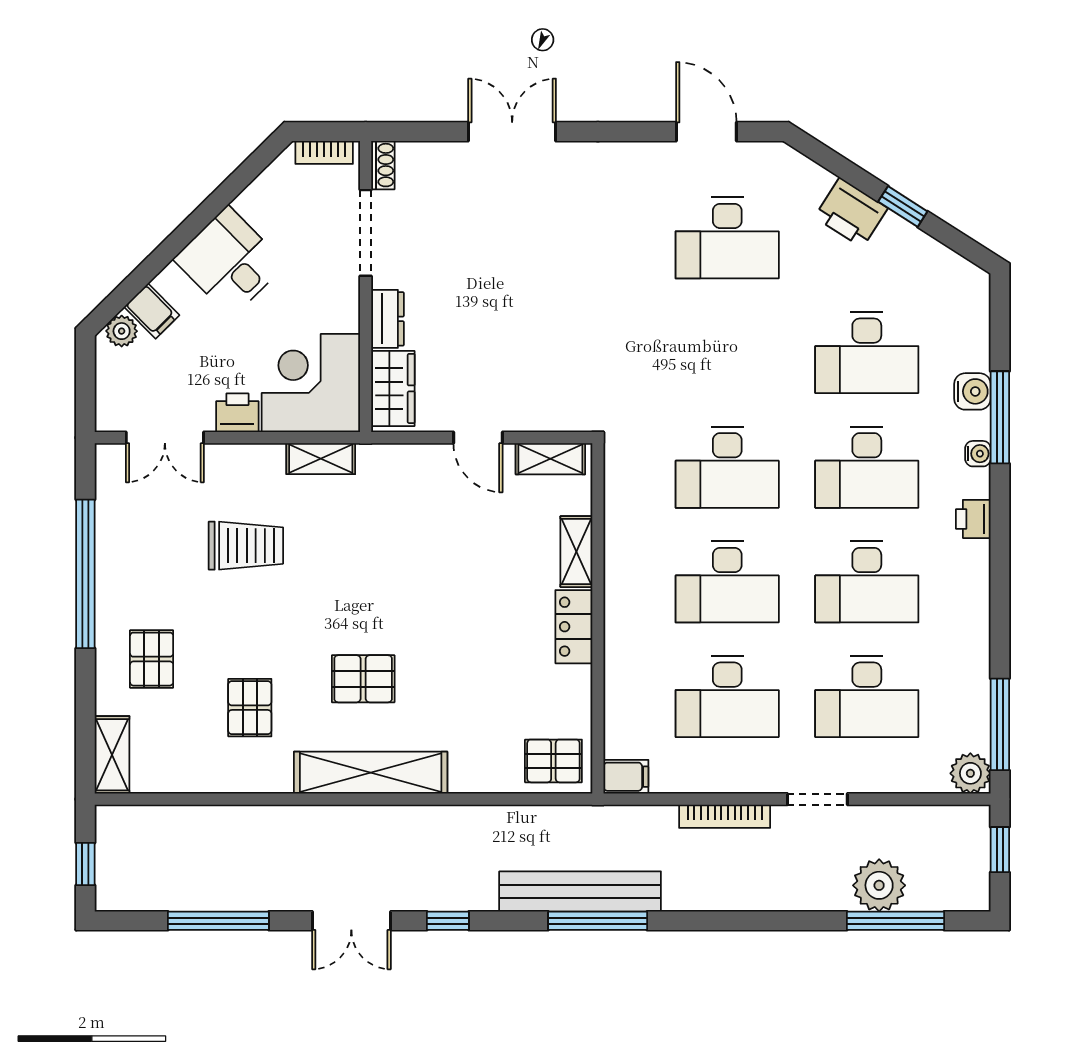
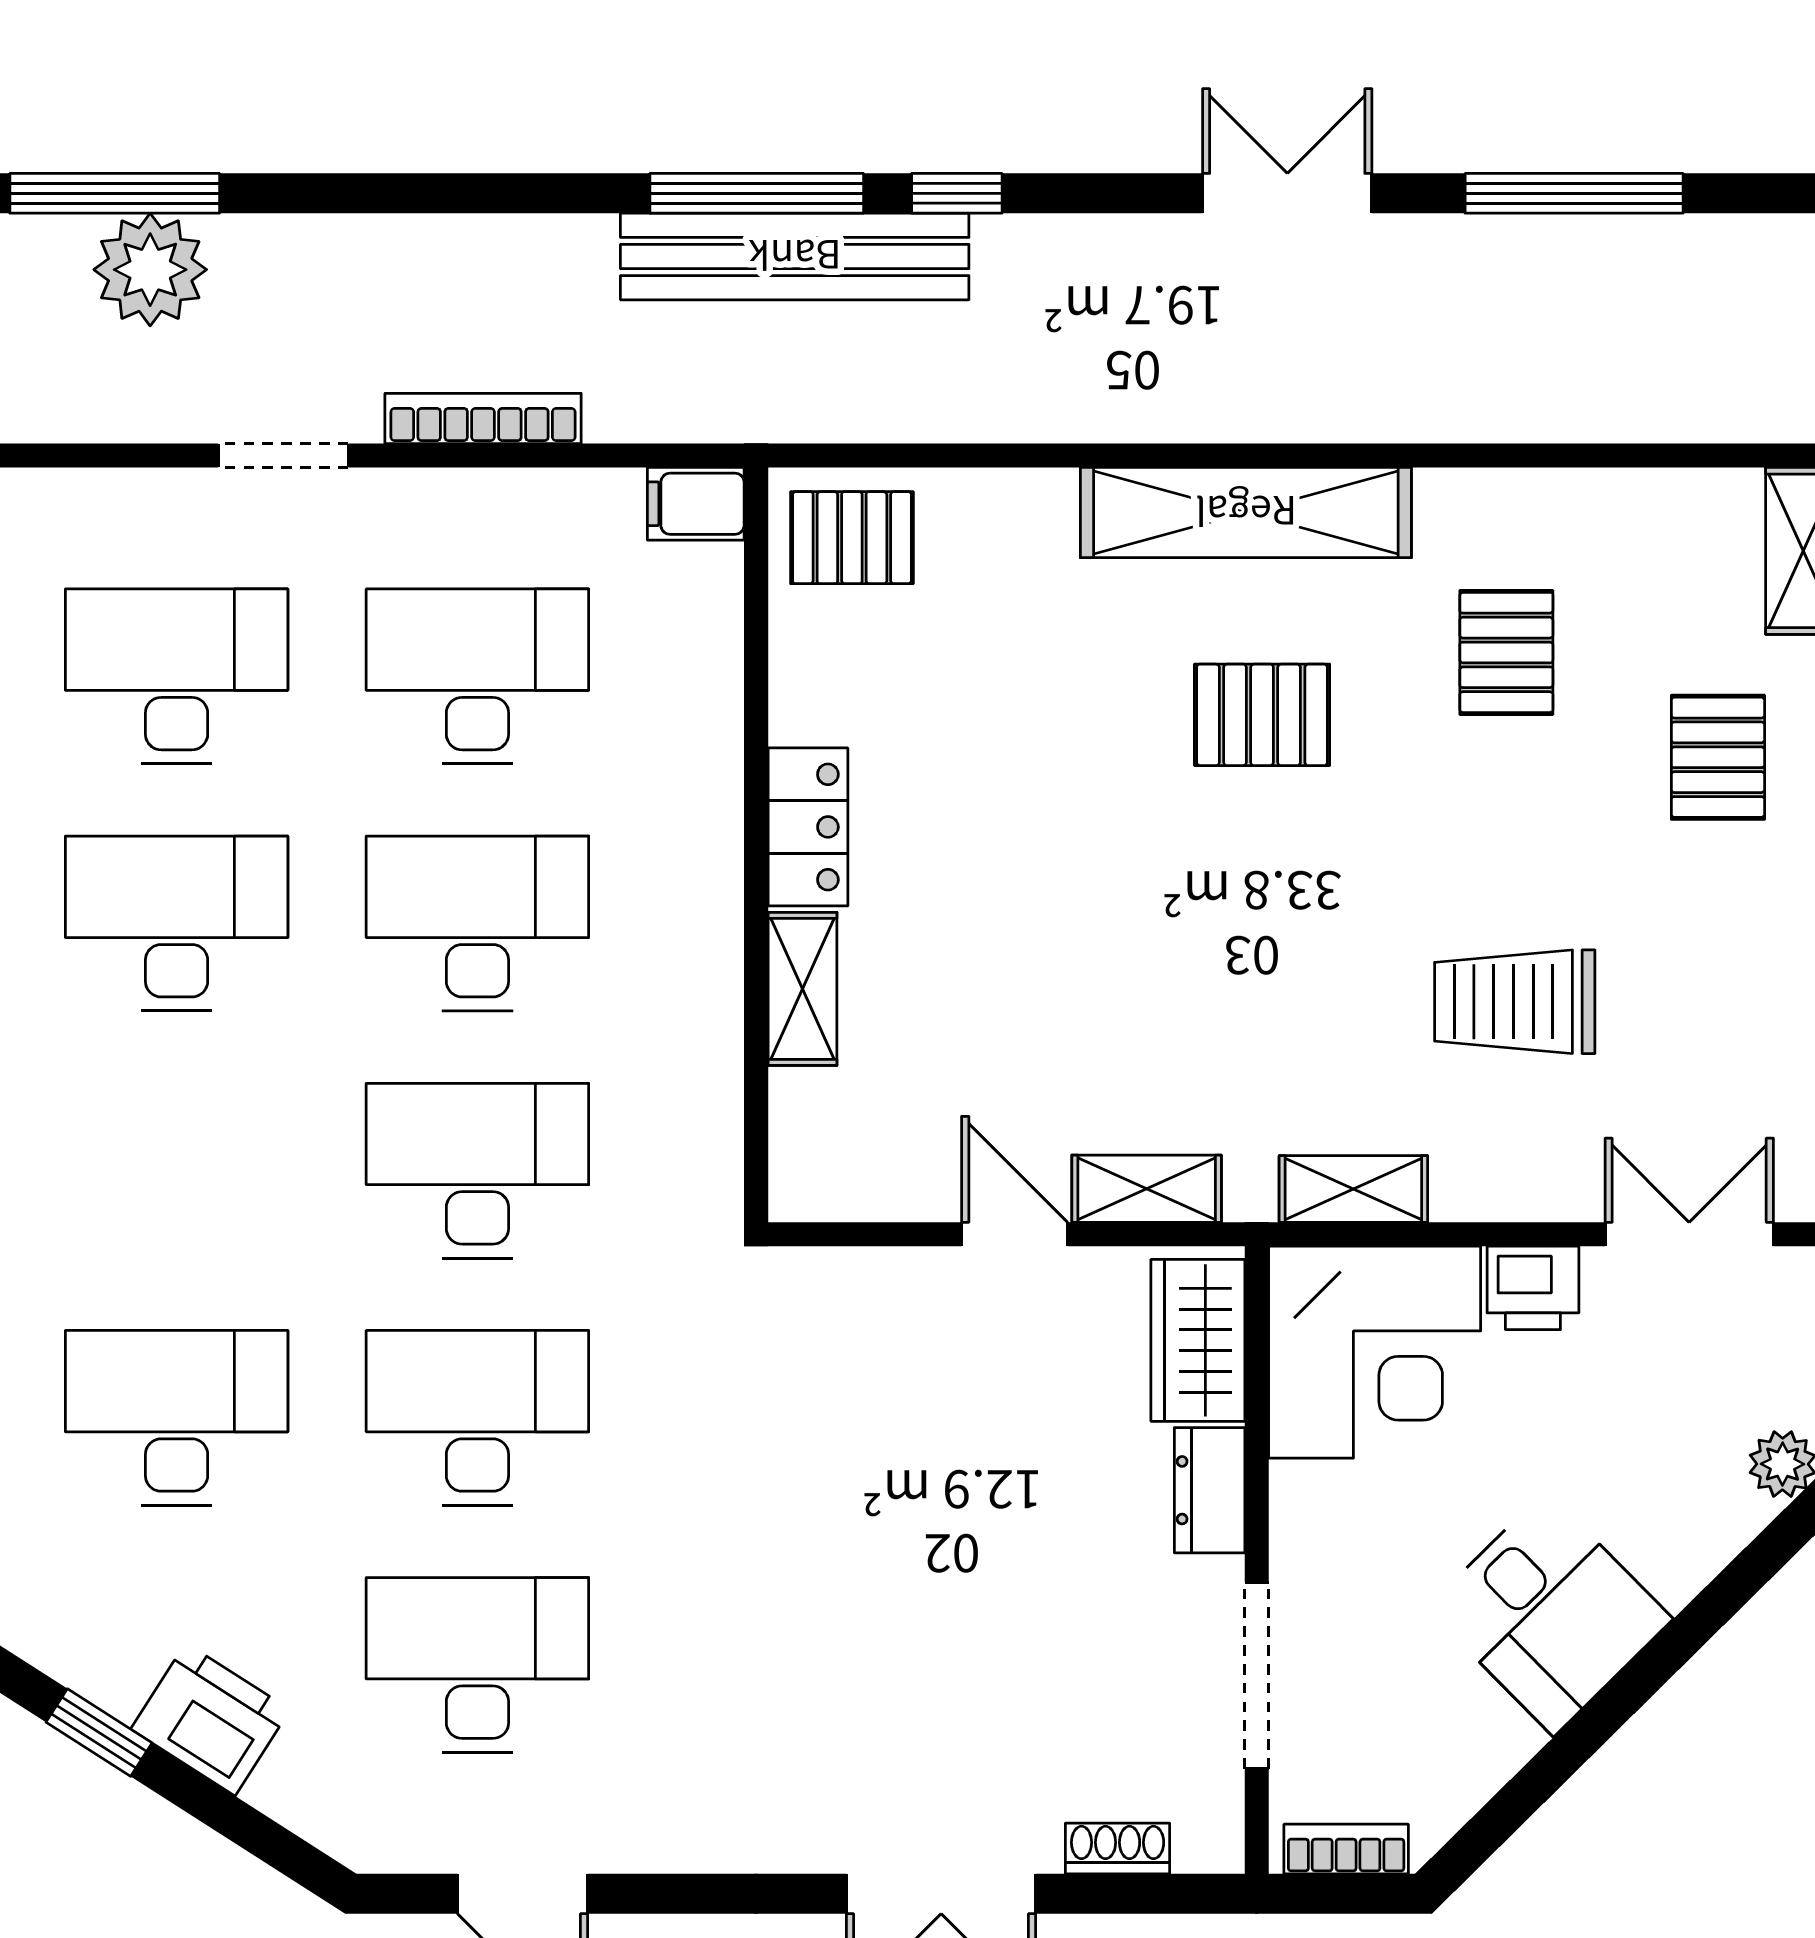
shoe rack: (383, 165) -> (1118, 1849), moved, turned 90
filing cabinet: (152, 311) -> (1718, 1507), removed
shelving: (550, 459) -> (1147, 1189), moved
desk: (867, 467) -> (477, 1418), moved
window: (448, 921) -> (957, 193), moved

